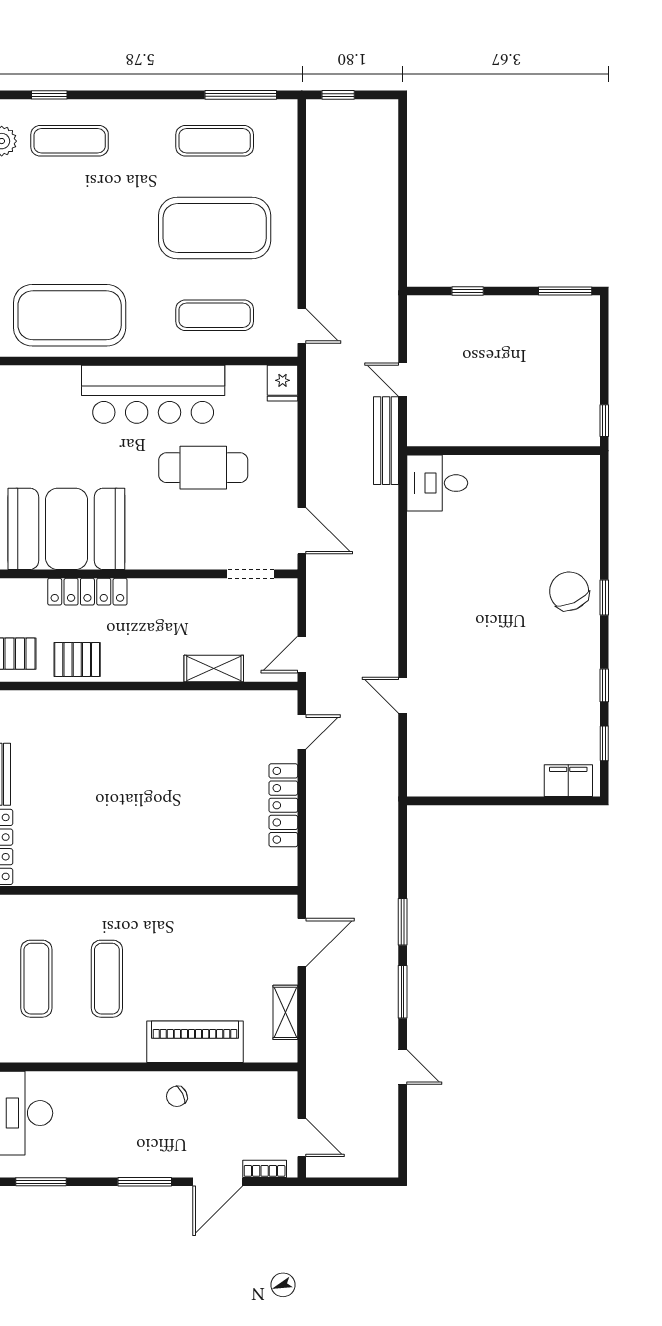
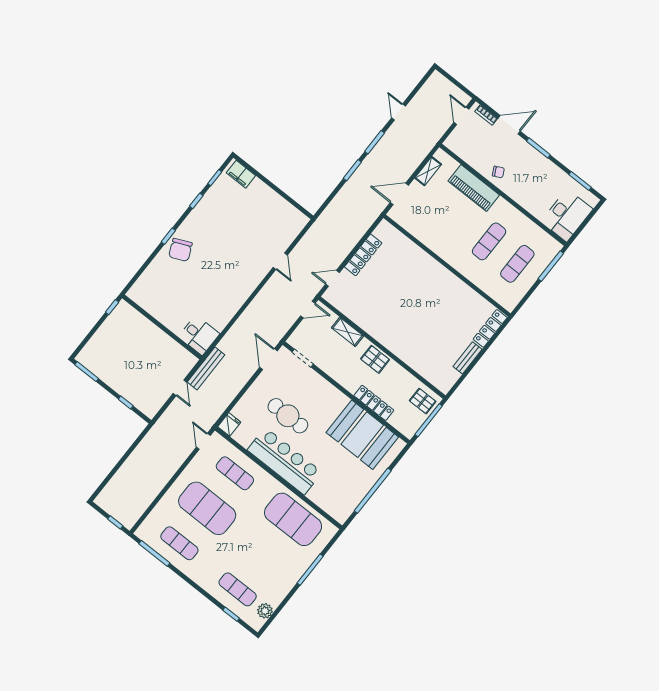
pallet: (77, 659) -> (375, 359), moved

